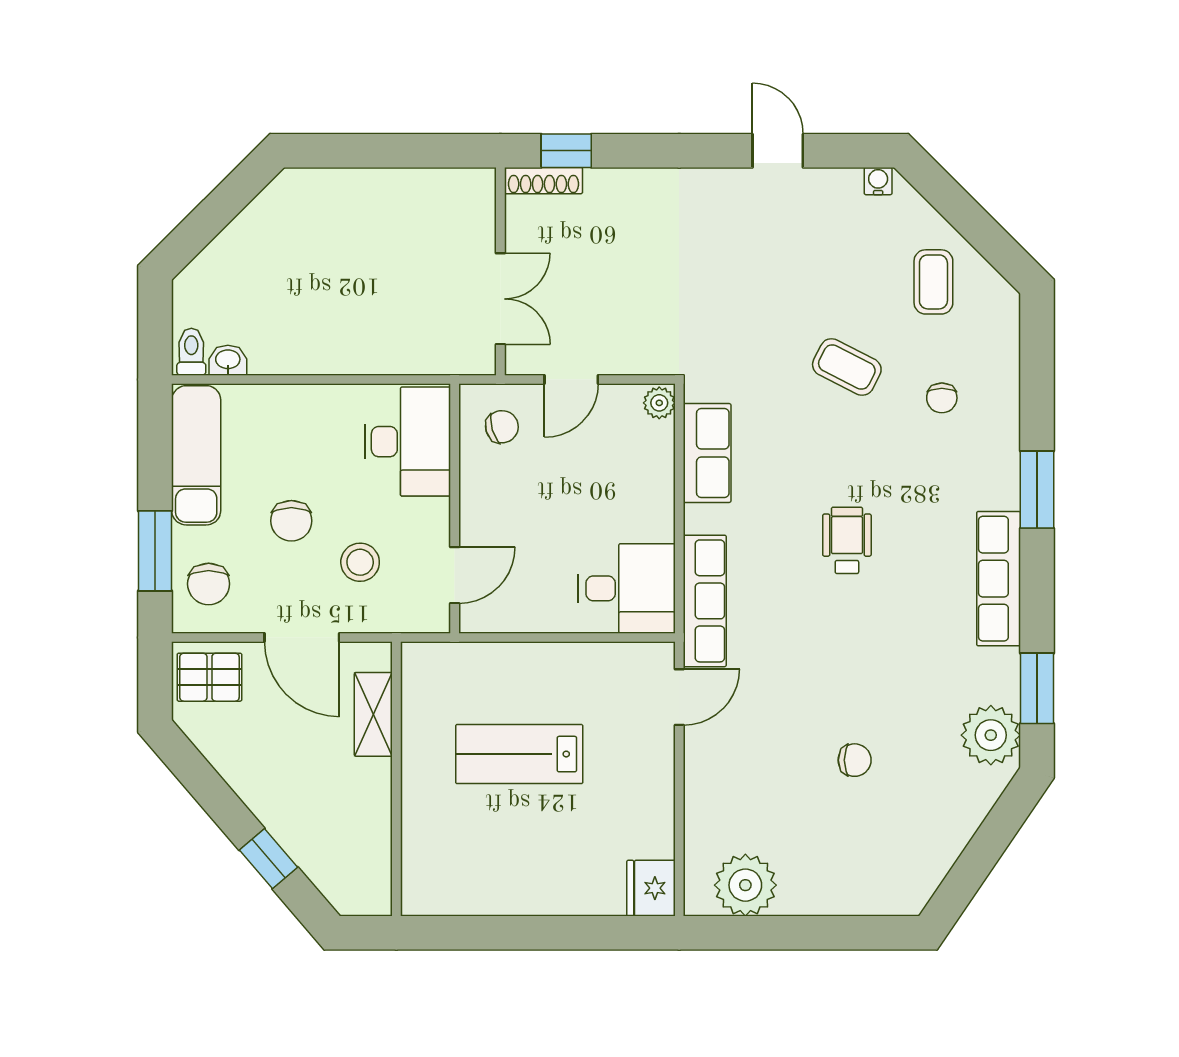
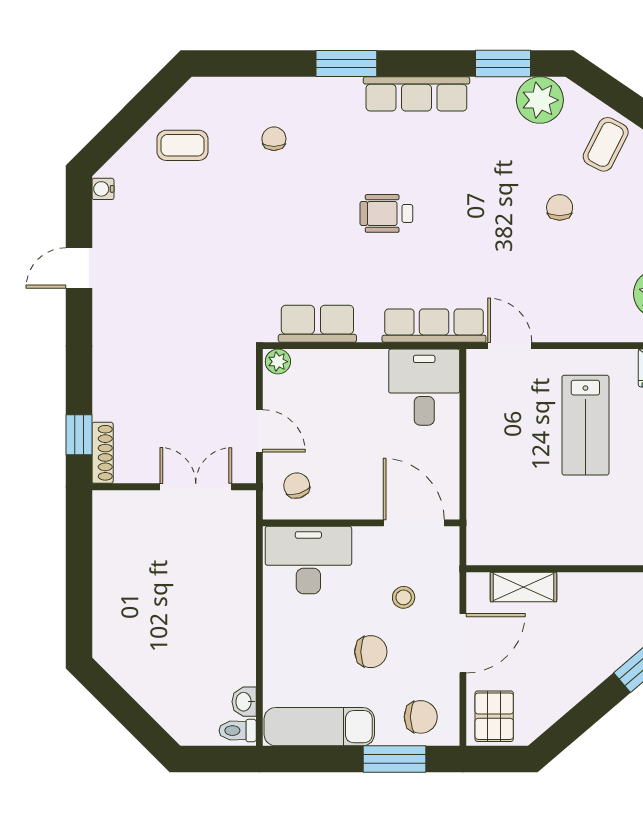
coffee table: (847, 367) -> (606, 144), moved
chair: (942, 398) -> (274, 139), turned -90
stool: (360, 562) -> (404, 597), width x0.73, depth x0.73
door: (455, 575) -> (414, 523), width x1.38
lab bench: (519, 754) -> (585, 425), moved

